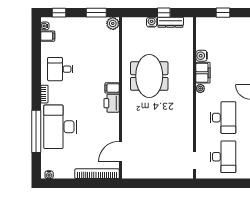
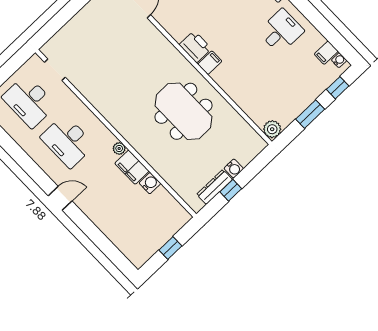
window: (96, 13) -> (310, 114), moved

